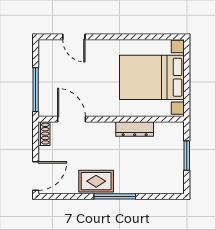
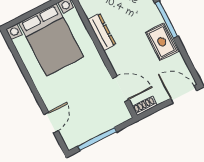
window: (36, 90) -> (97, 139), moved
door: (71, 119) -> (121, 89), swing flipped

